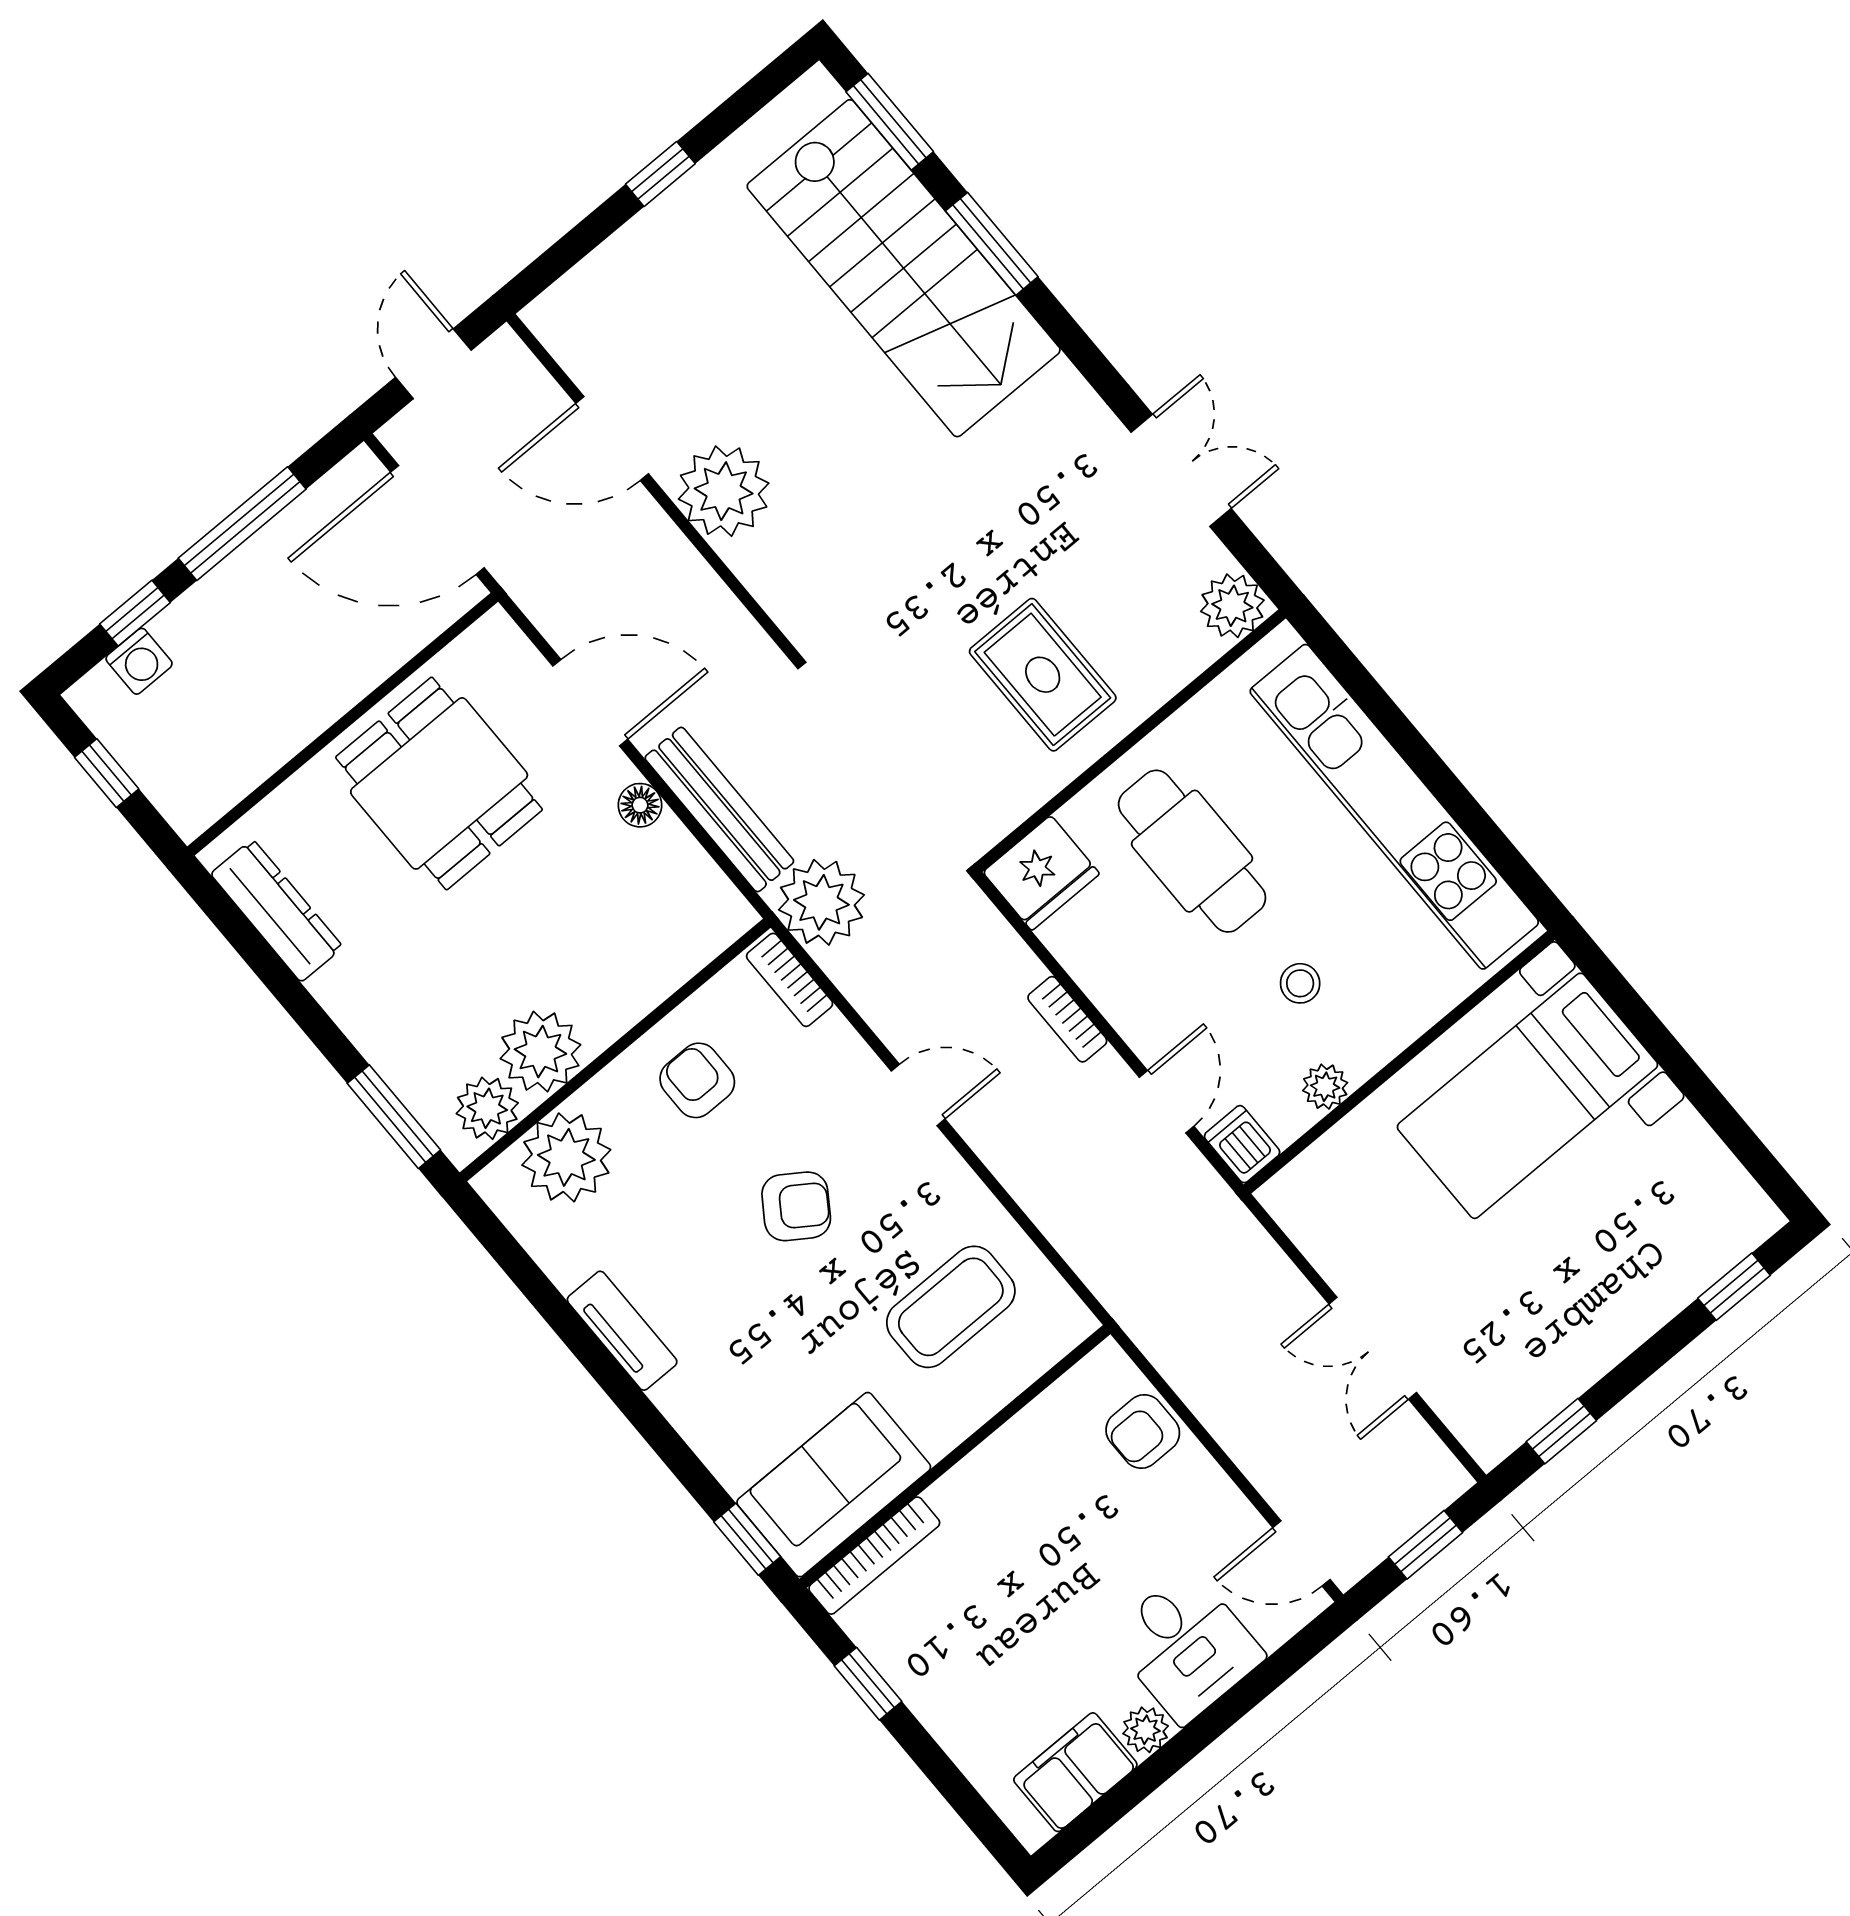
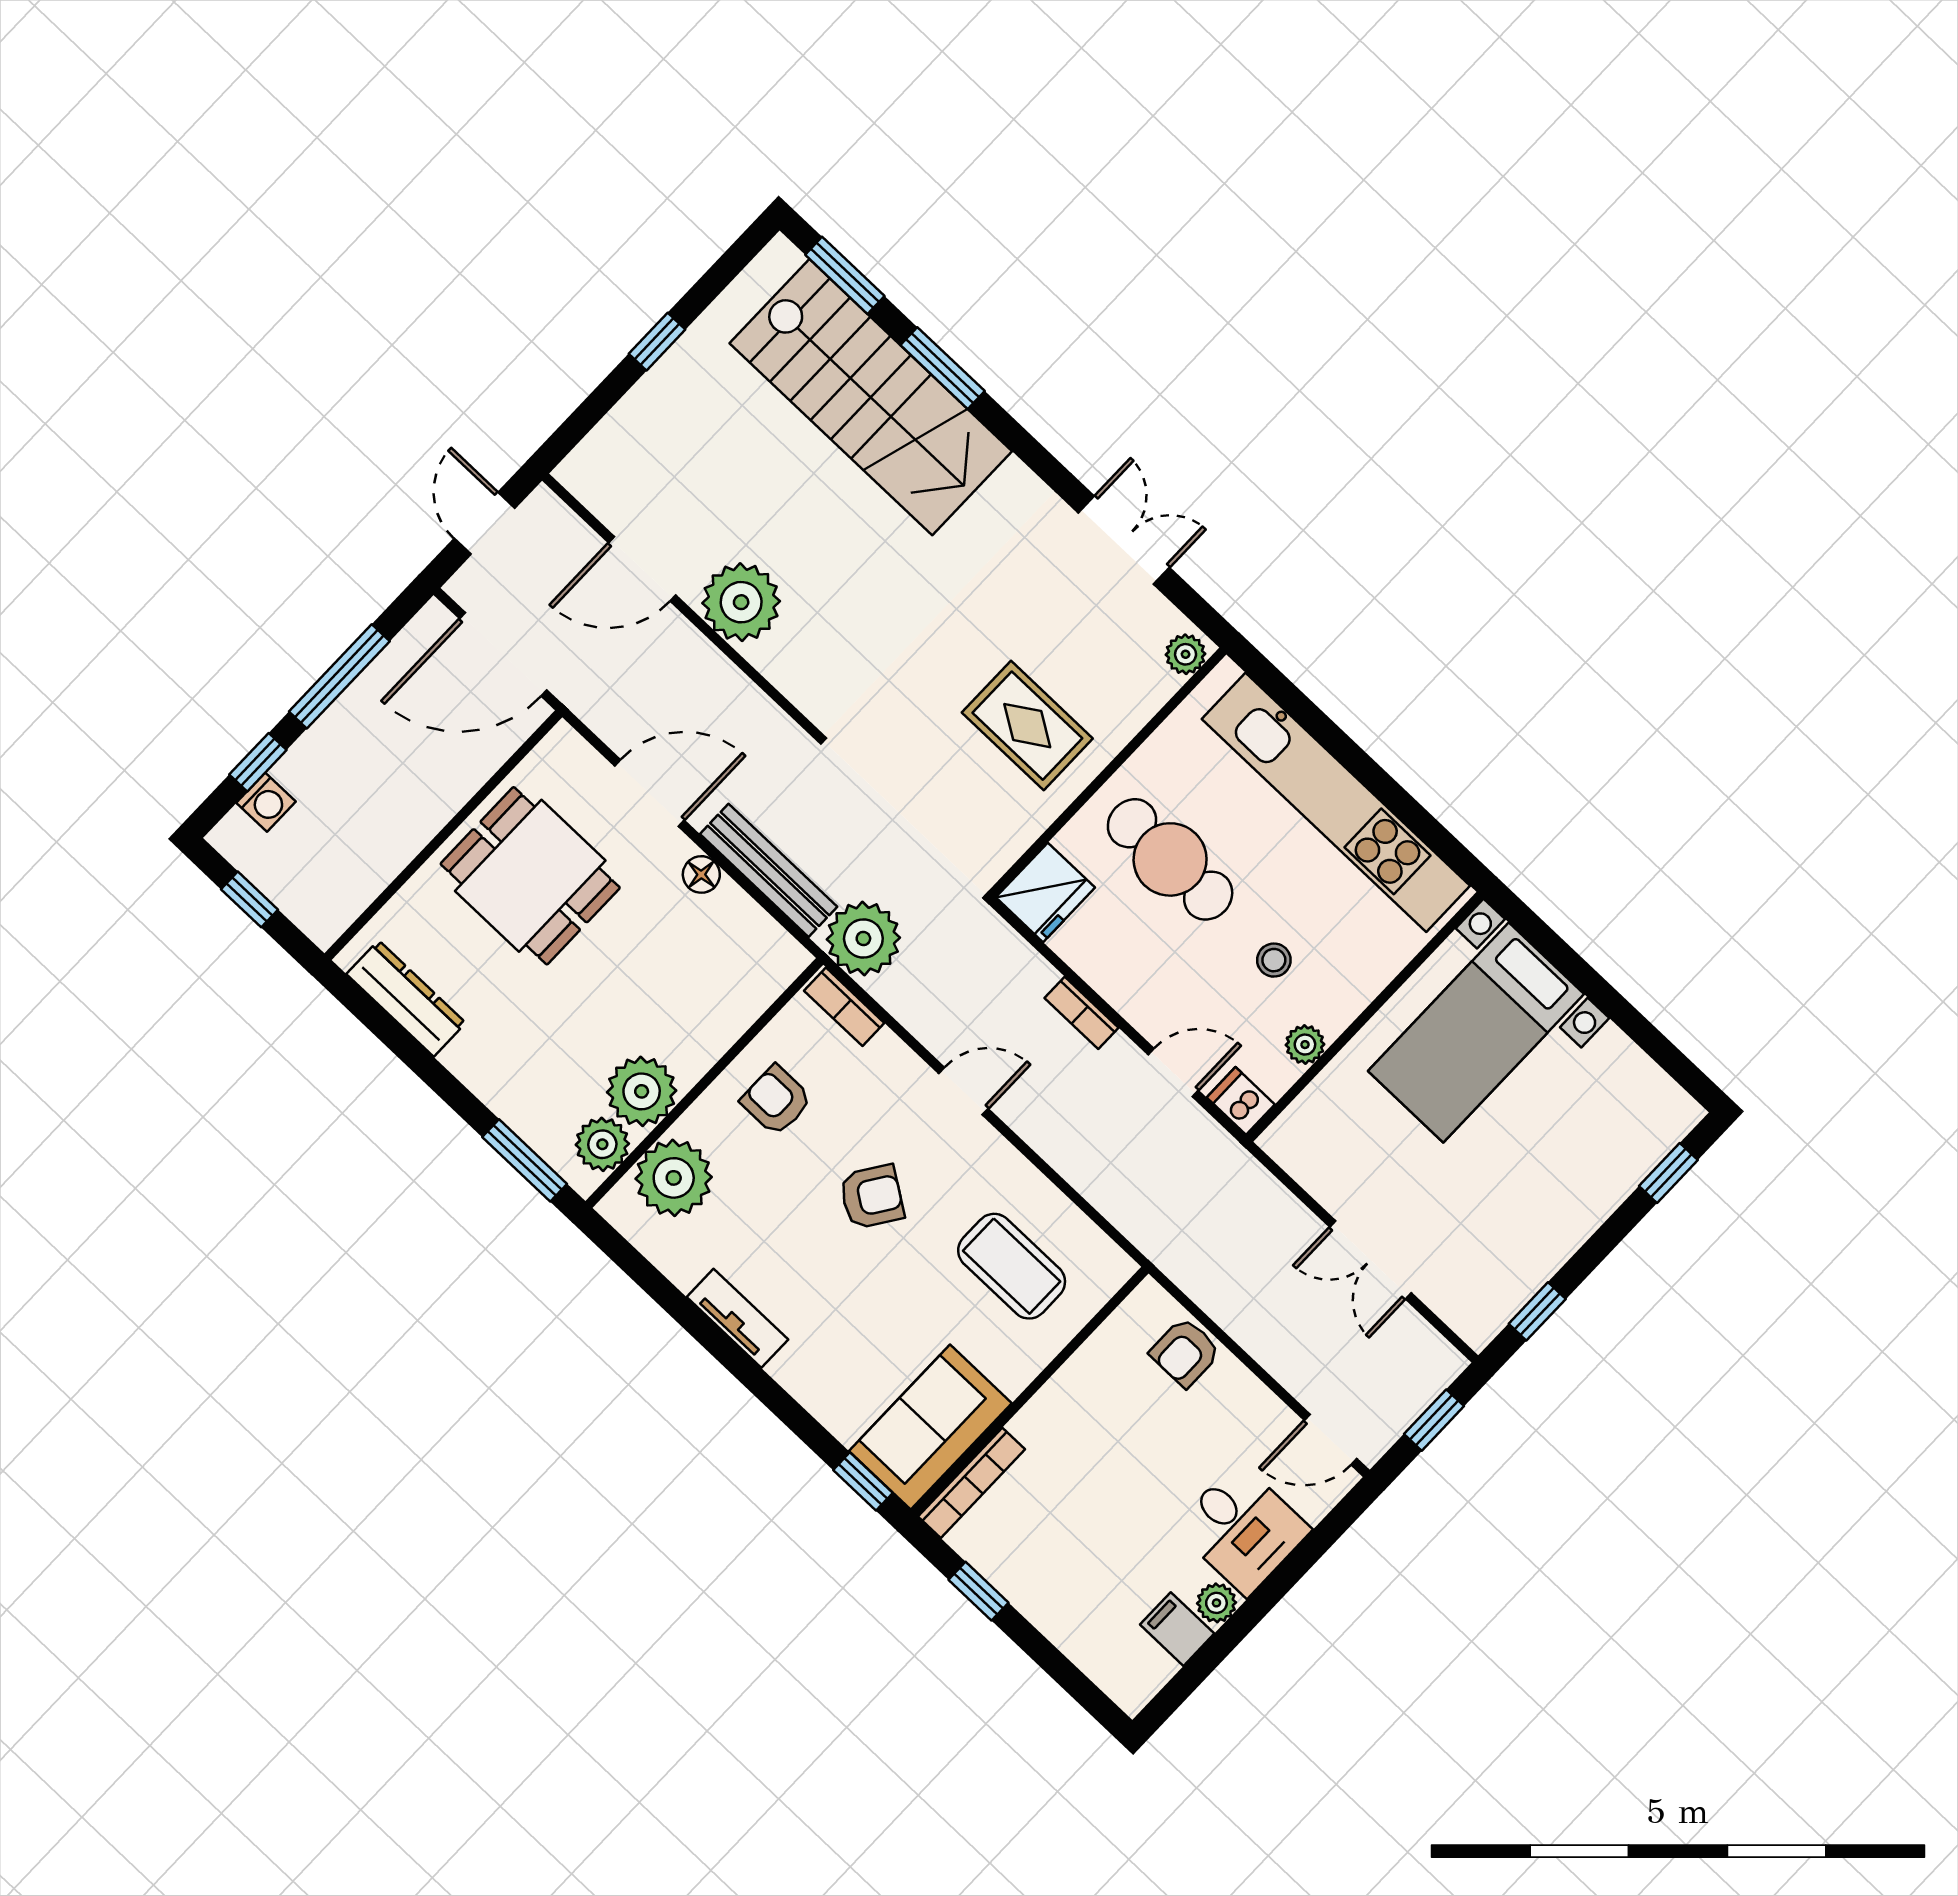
plant: (1232, 606) -> (1186, 654), width x0.73, depth x0.73
door: (1167, 1102) -> (1173, 1073), hinge flipped
coffee table: (951, 1307) -> (1012, 1266), turned 90
filing cabinet: (1075, 1772) -> (1177, 1629), width x0.50

